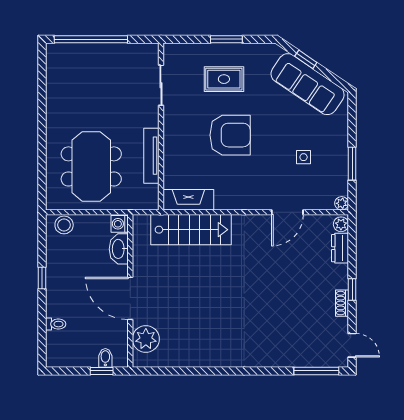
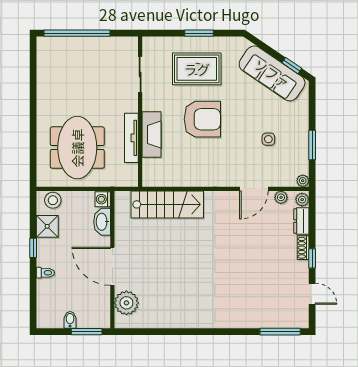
window: (306, 59) -> (292, 66), moved
rug: (224, 79) -> (197, 69), width x1.36, depth x1.43
fireplace: (188, 200) -> (151, 135), moved, turned 90
plant: (317, 222) -> (281, 197), added
shower: (58, 254) -> (47, 226), added
shoe rack: (342, 303) -> (303, 248), moved
toilet: (56, 324) -> (45, 273), moved
door: (352, 345) -> (312, 294), moved
bidet: (105, 358) -> (70, 320), moved
window: (102, 371) -> (87, 332), width x1.50

